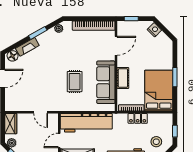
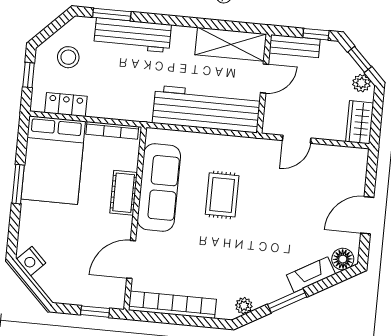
nightstand: (154, 30) -> (31, 261), moved
door: (41, 112) -> (297, 139), swing flipped
locker: (138, 118) -> (66, 104), moved

